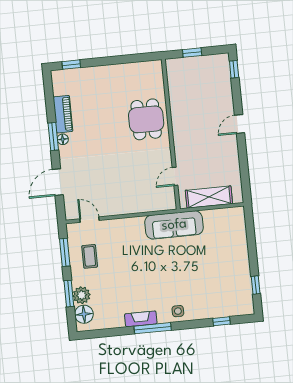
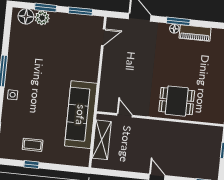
sofa: (174, 225) -> (81, 115), width x1.36, depth x1.27
coffee table: (90, 256) -> (33, 145), moved
window: (256, 285) -> (31, 165), moved
fireplace: (141, 319) -> (12, 63), removed

